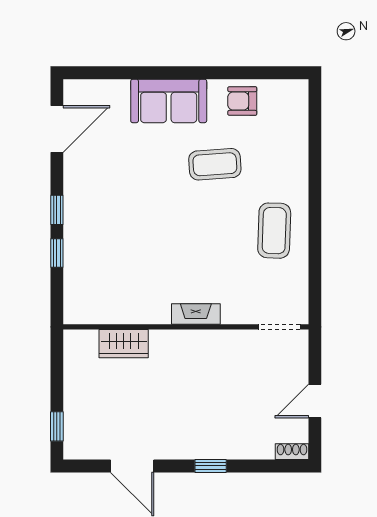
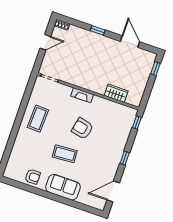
coffee table: (215, 164) -> (65, 154), moved
armchair: (170, 242) -> (82, 129), added
window: (57, 253) -> (137, 122), moved

